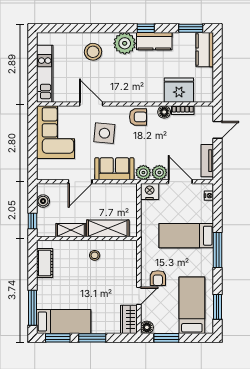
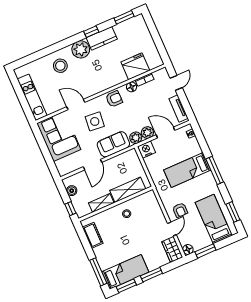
kitchen counter: (205, 50) -> (141, 28), removed

